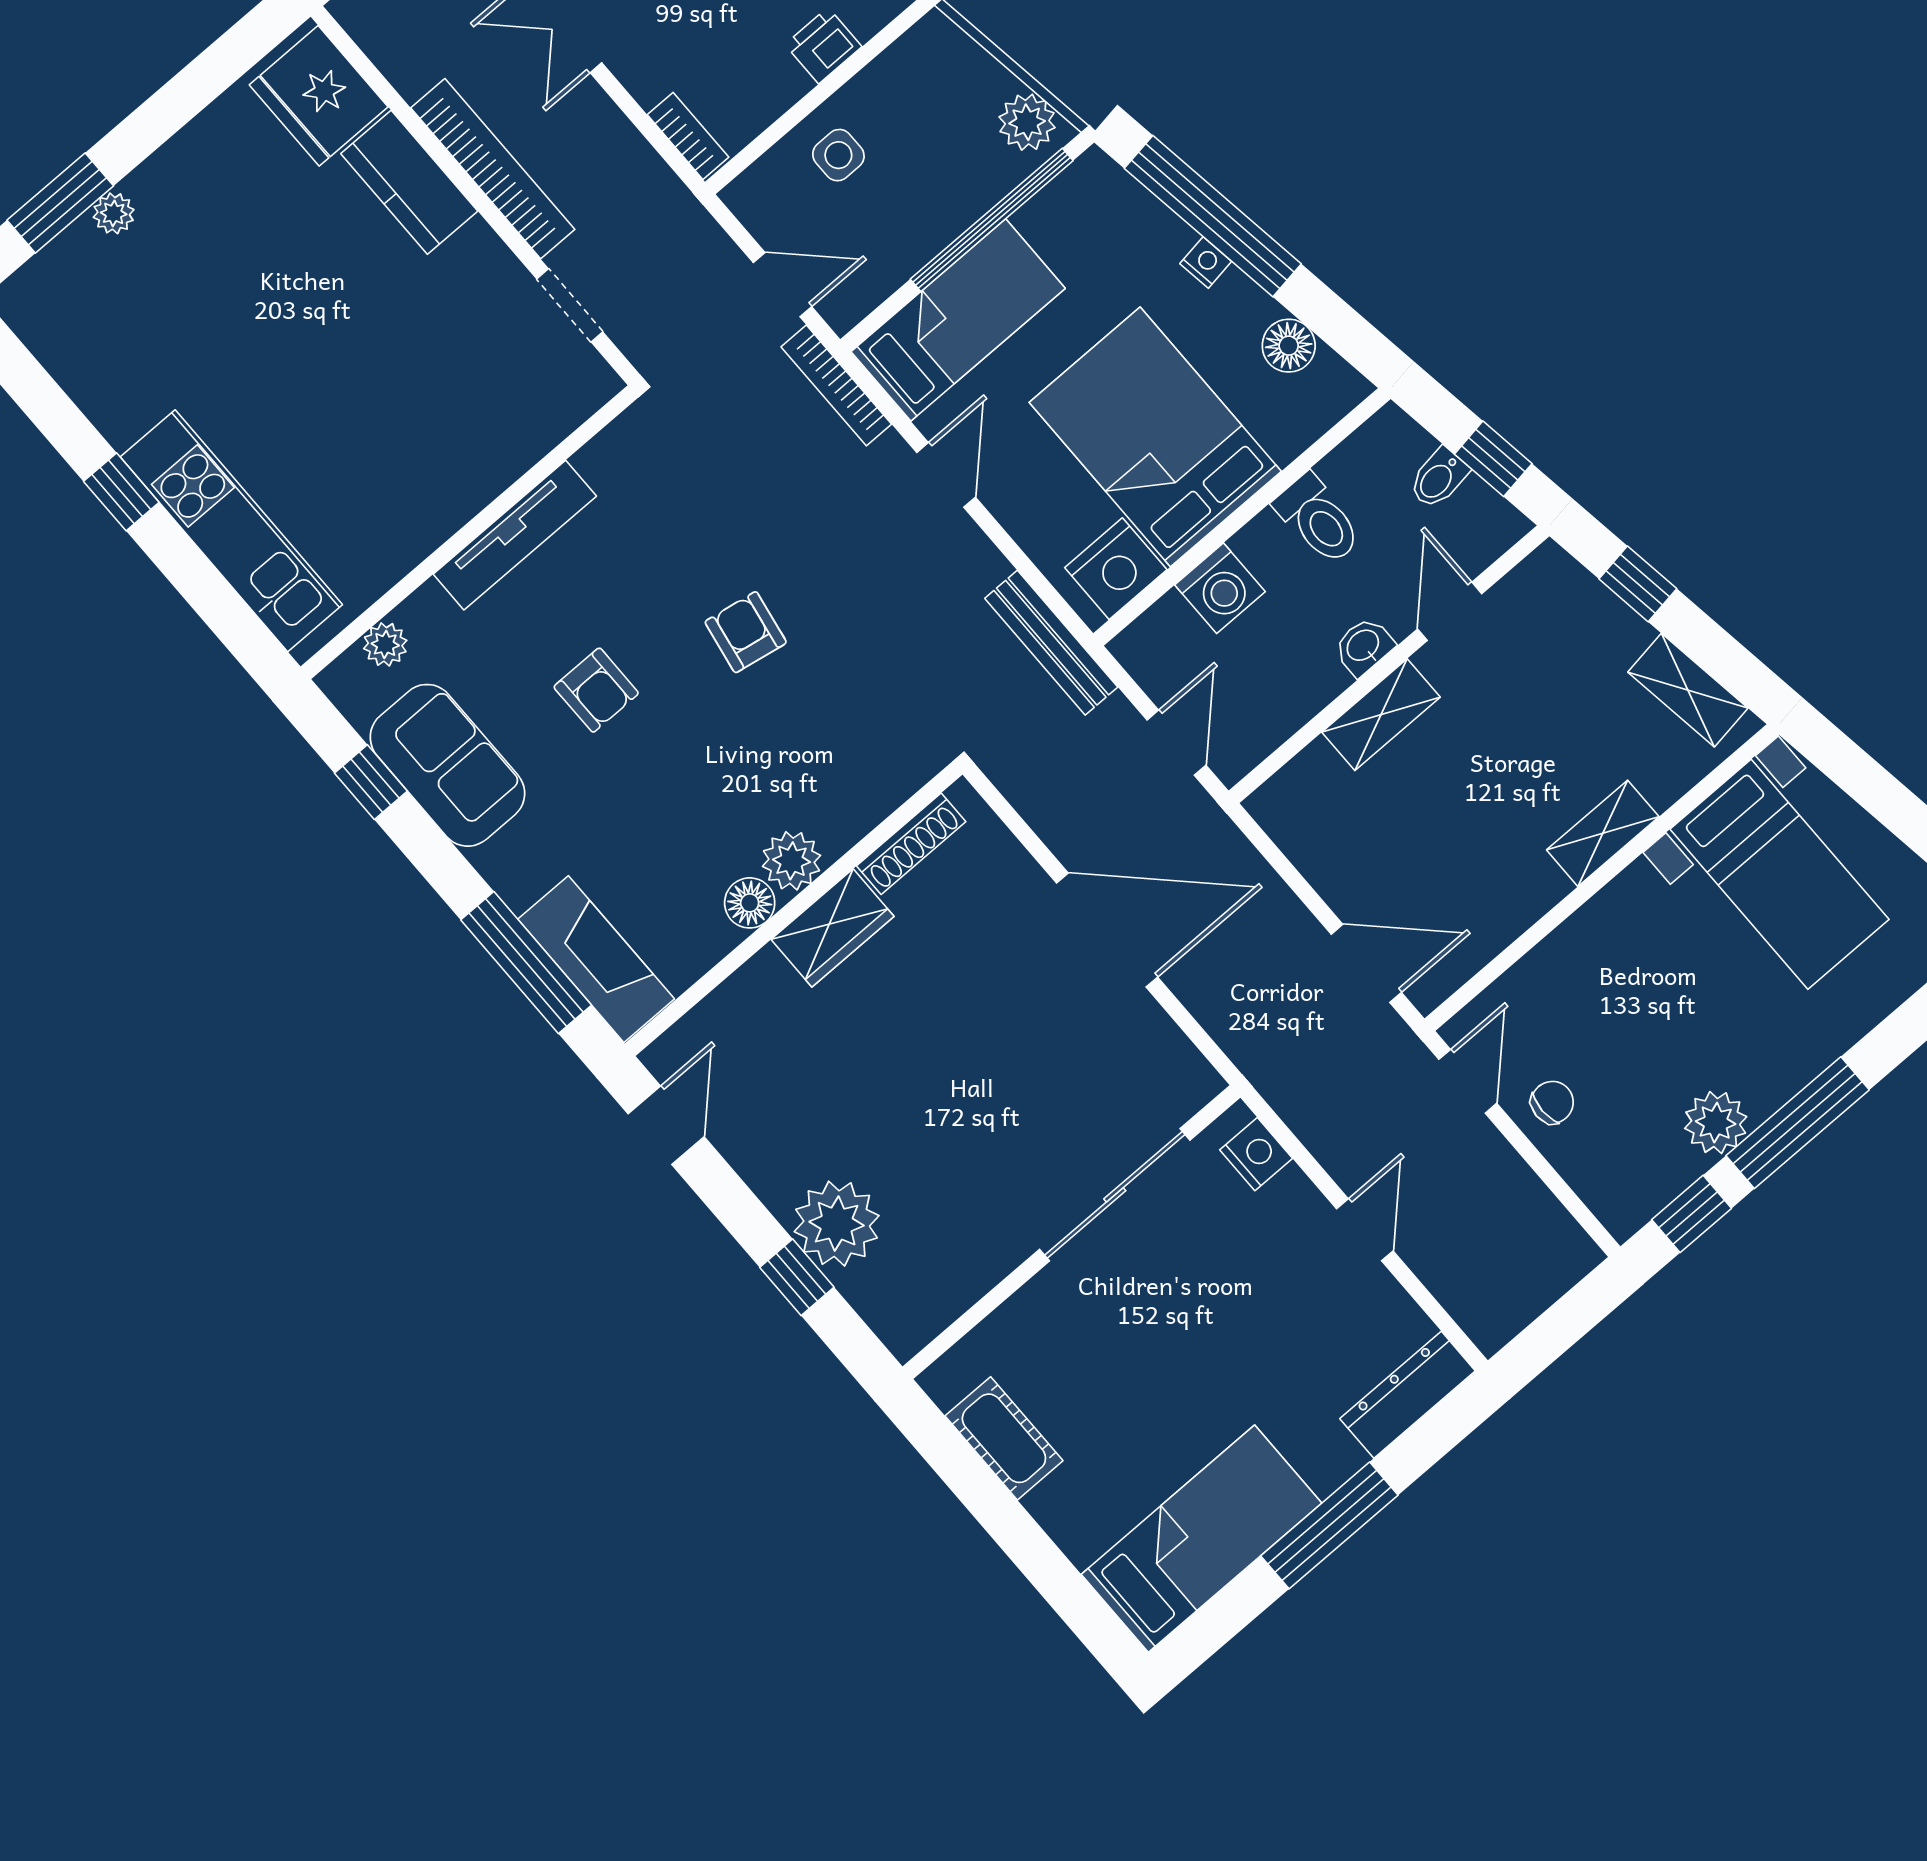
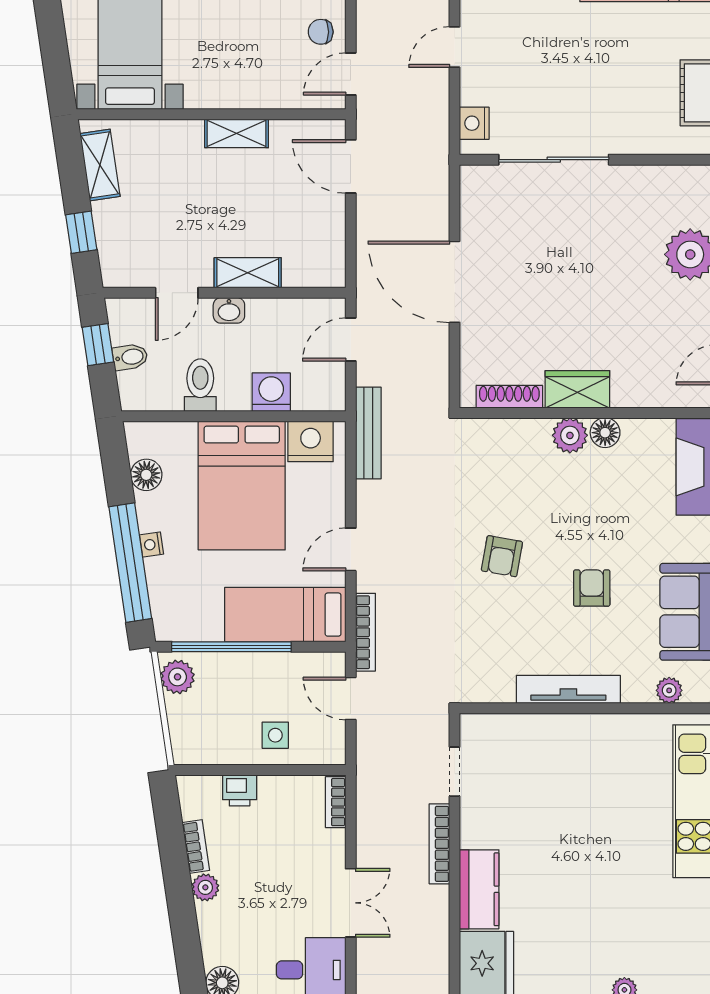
bookcase: (493, 169) -> (439, 844), width x0.68, depth x0.76
shelving: (1603, 833) -> (237, 133), moved

